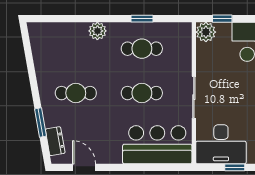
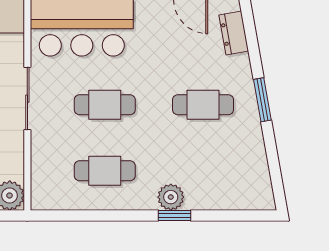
window: (142, 19) -> (174, 215), moved
window: (41, 123) -> (262, 100), moved

